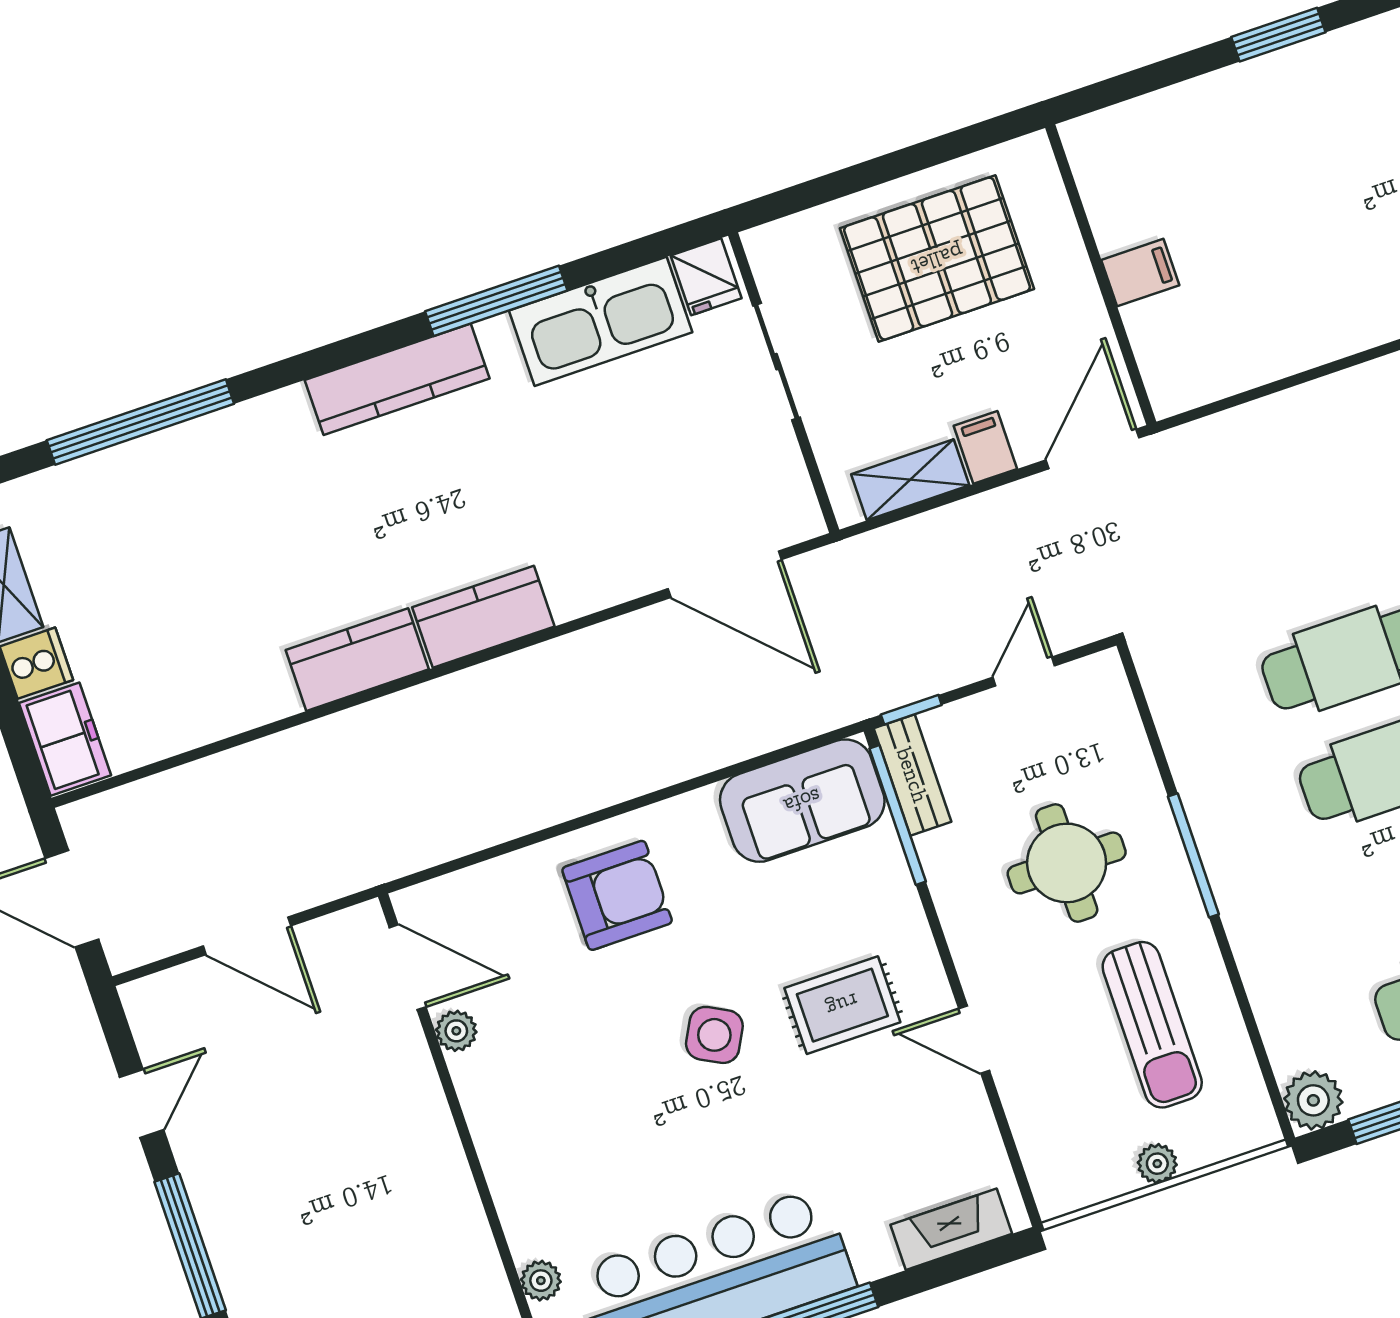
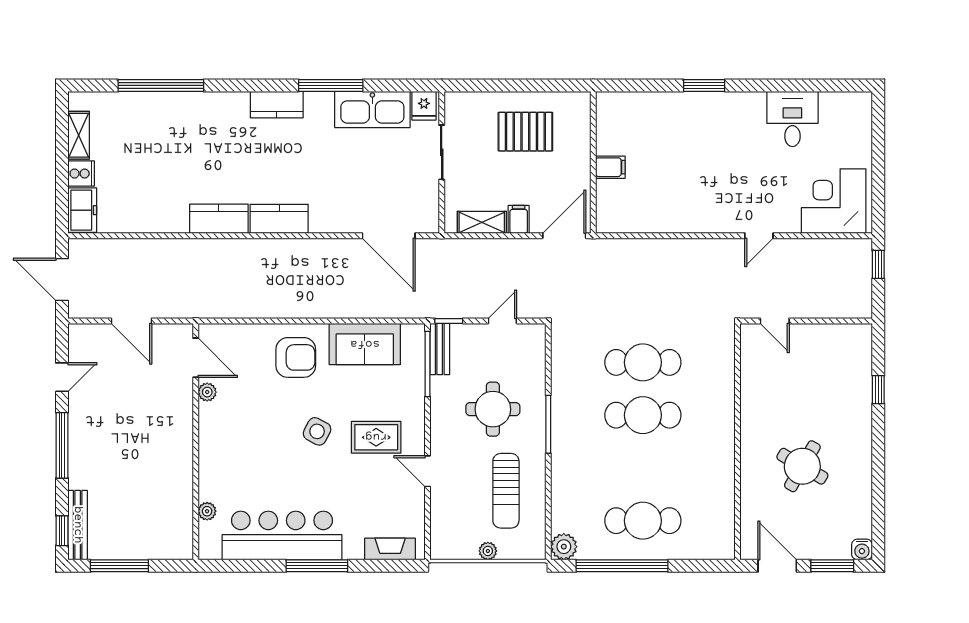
pallet: (937, 259) -> (525, 132), width x0.73, depth x0.71
kitchen counter: (397, 379) -> (277, 105), width x0.67
sofa: (802, 801) -> (365, 344), moved

